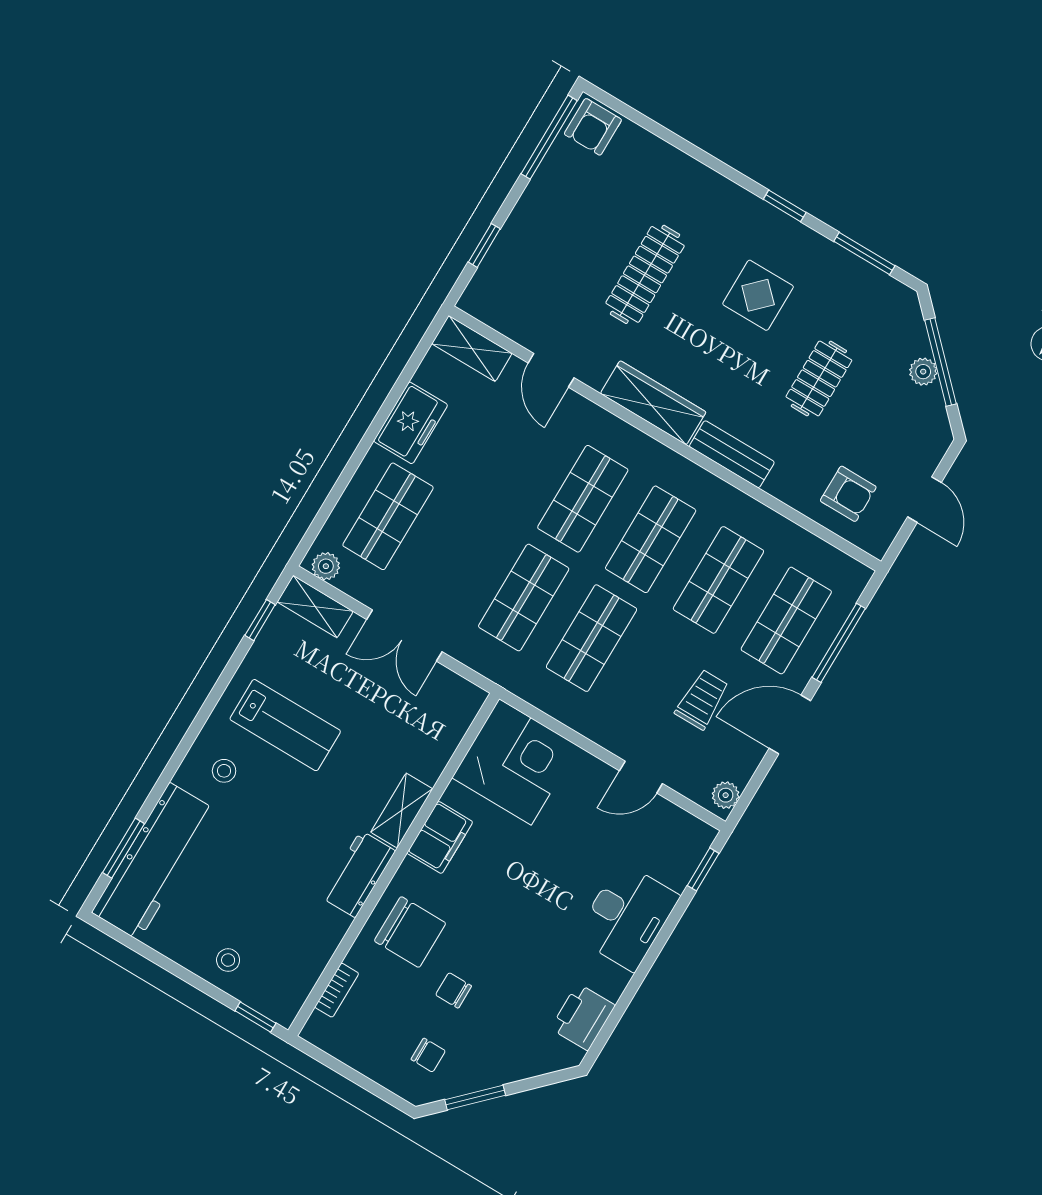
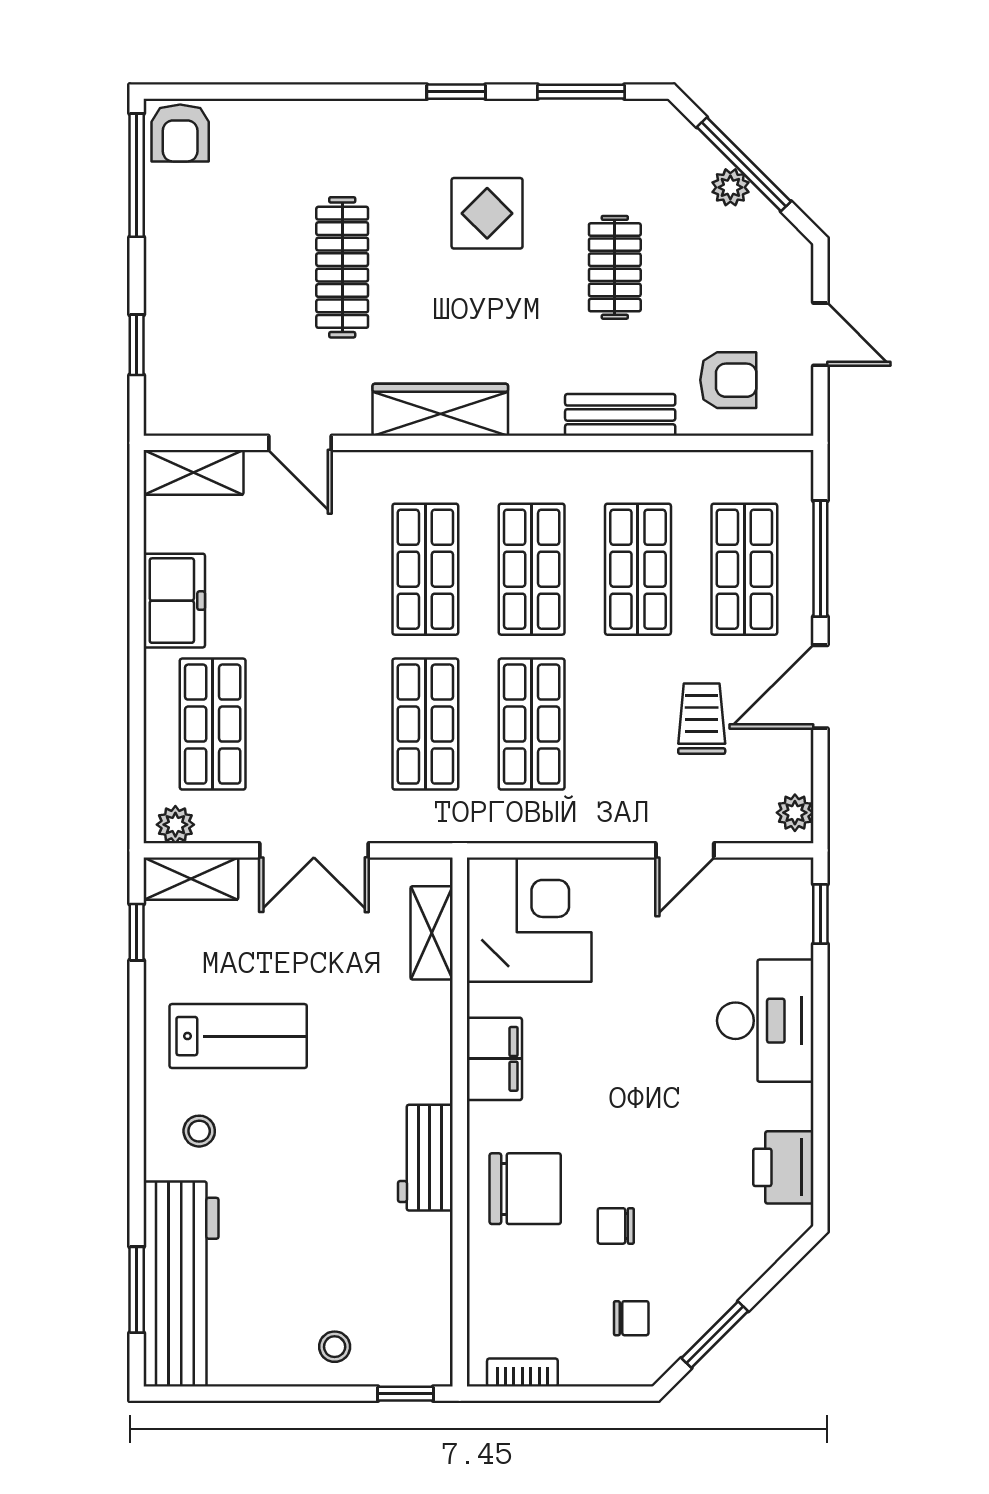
bench: (732, 454) -> (620, 415), moved
shelving: (402, 811) -> (432, 933), moved
bookcase: (337, 990) -> (522, 1372), moved, turned -90

